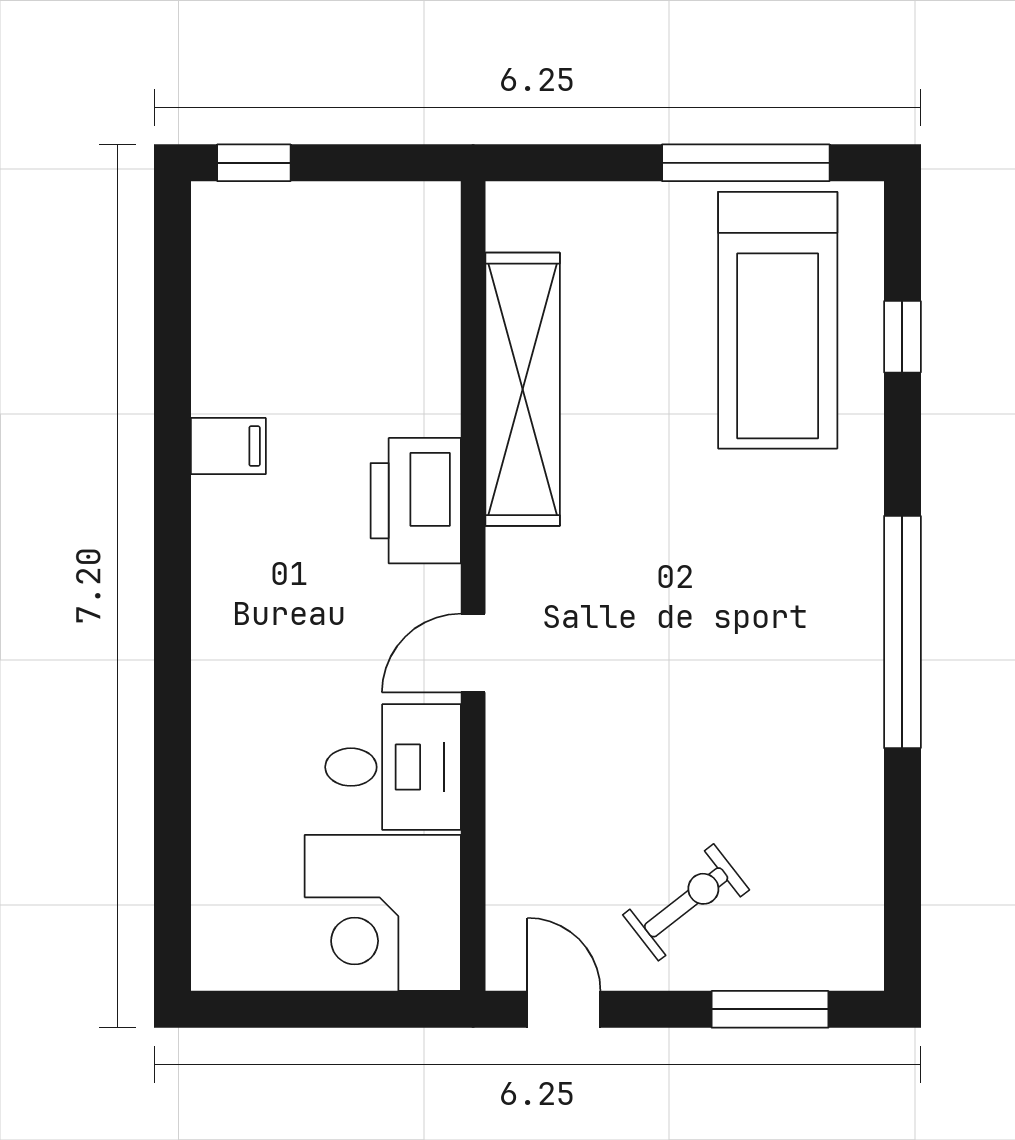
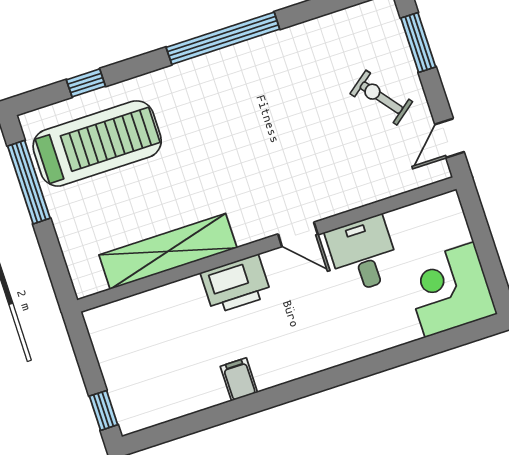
corner desk: (383, 913) -> (450, 290), moved, turned 180

